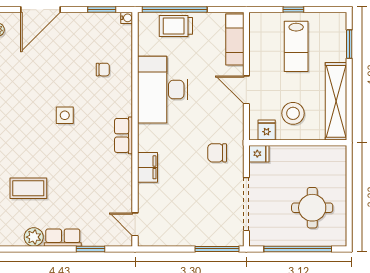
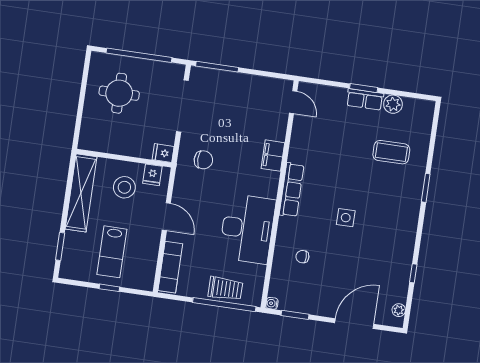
lab bench: (296, 46) -> (112, 252), turned 180
row of seats: (124, 135) -> (292, 190), width x1.48
window: (90, 249) -> (364, 88), moved

